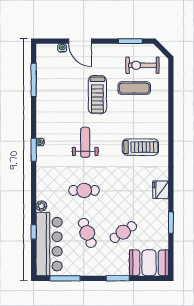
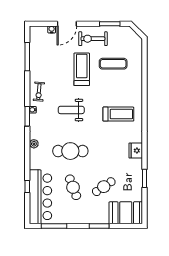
door: (80, 41) -> (67, 24), hinge flipped
exercise bike: (142, 65) -> (93, 39), moved
treadmill: (97, 95) -> (82, 69), turned 180
exercise bike: (47, 121) -> (39, 92), added
weight bench: (85, 142) -> (71, 110), turned -90
cafe table: (84, 190) -> (70, 151), width x1.37, depth x1.35
plant: (41, 206) -> (34, 144), moved

